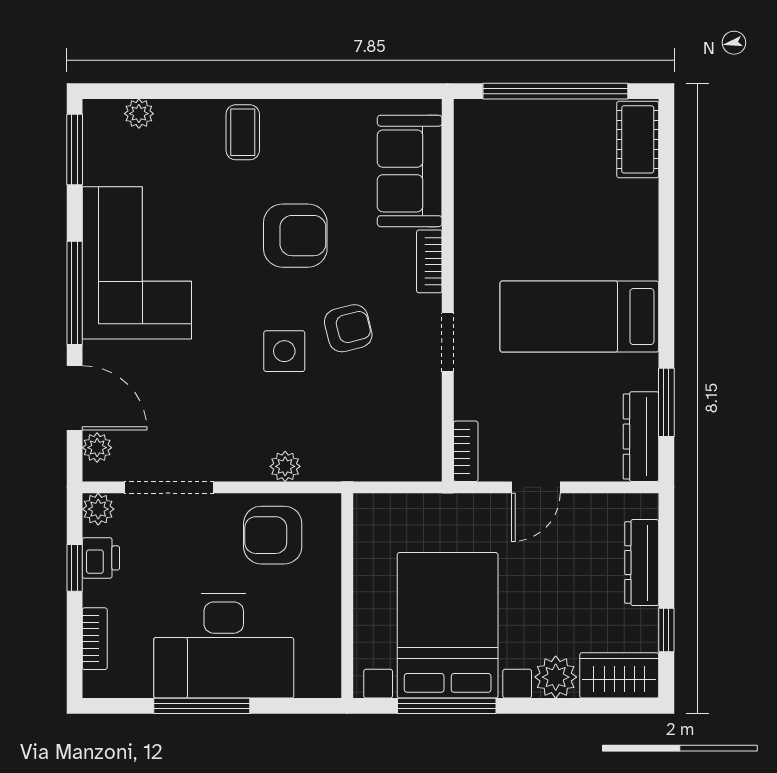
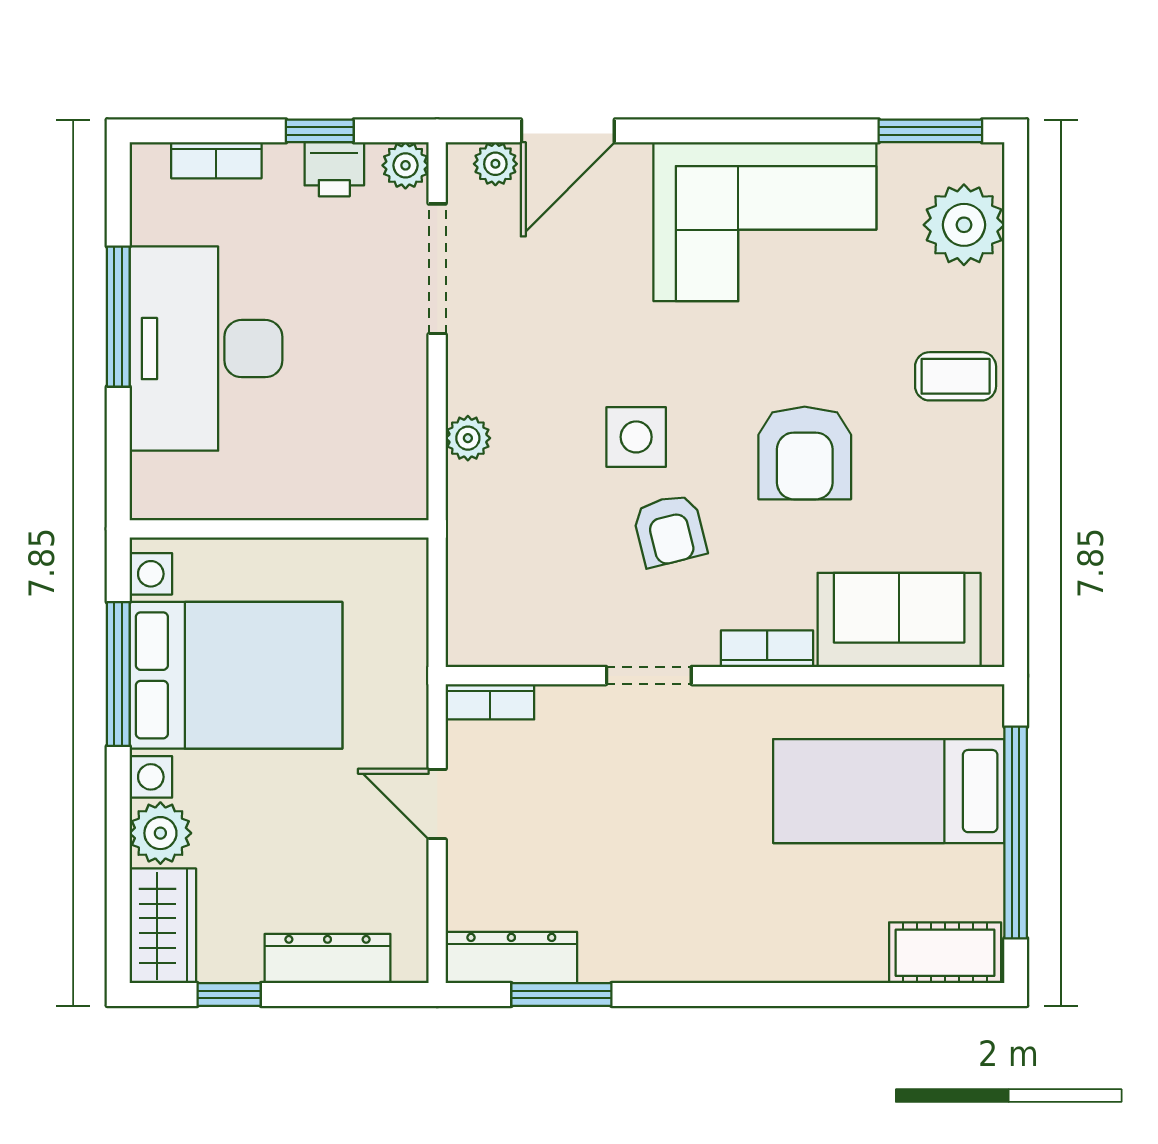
plant: (139, 114) -> (964, 225), width x1.87, depth x1.87
window: (75, 293) -> (721, 131), removed
bed: (579, 317) -> (889, 791), moved, turned -90
armchair: (273, 535) -> (368, 420), removed

